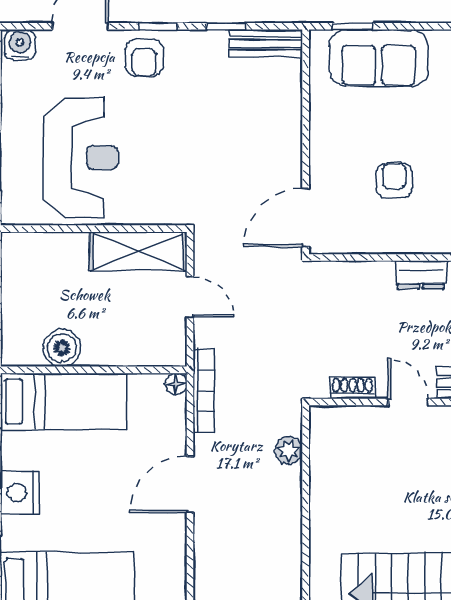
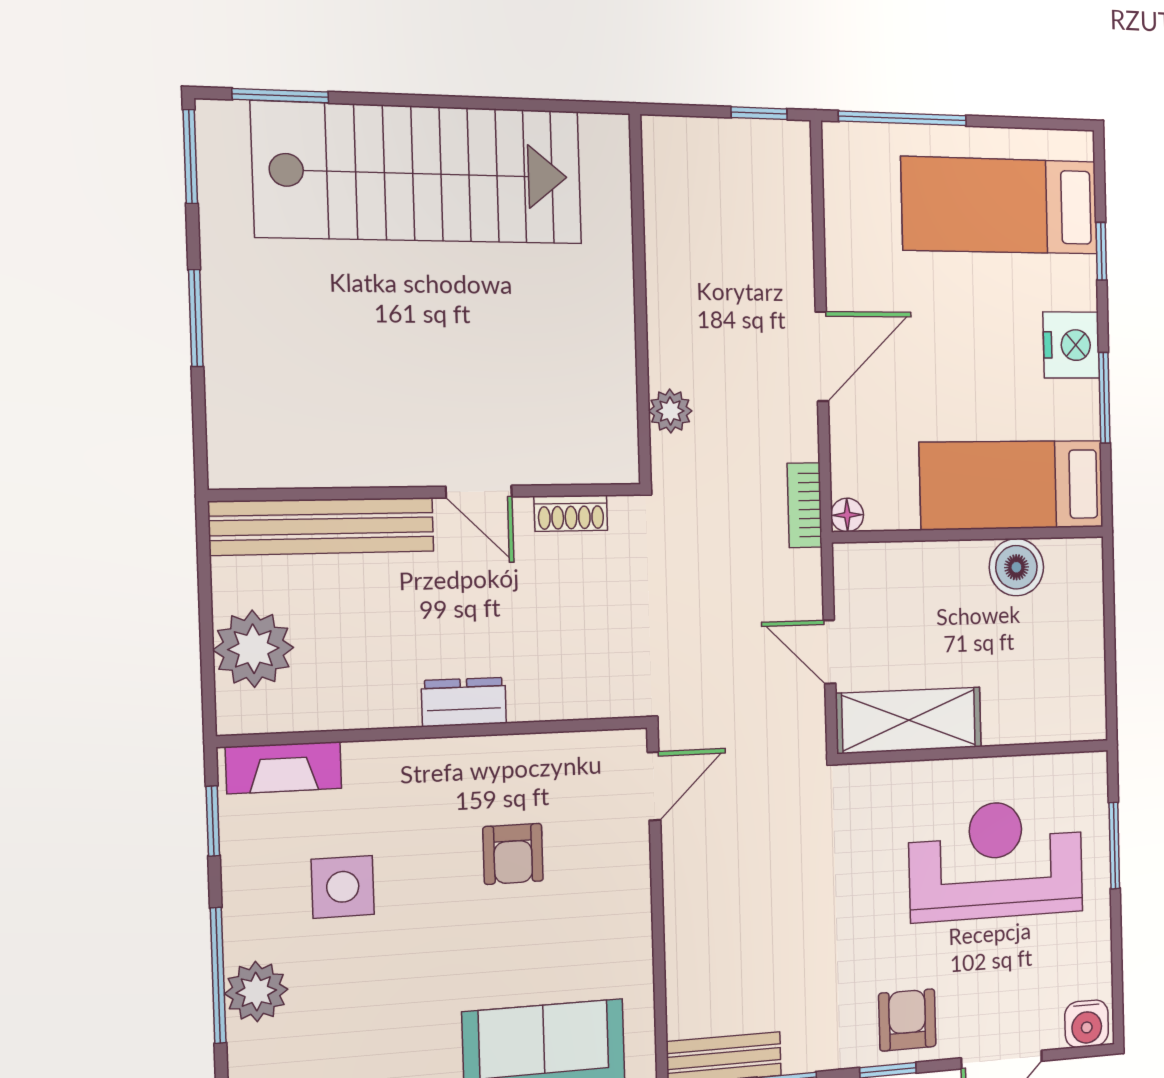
reception desk: (81, 157) -> (996, 860), turned 90
door: (306, 218) -> (654, 786), width x0.73
bookcase: (204, 391) -> (805, 505), width x0.64

